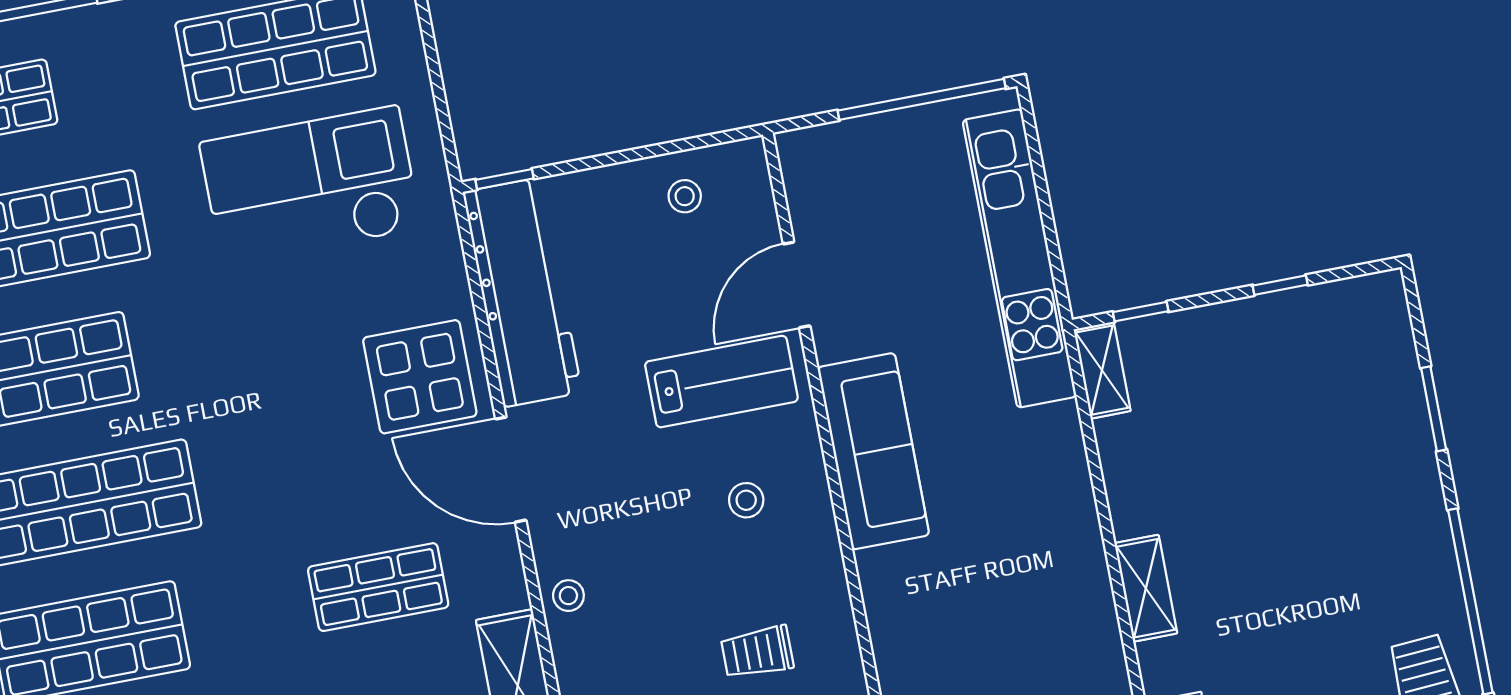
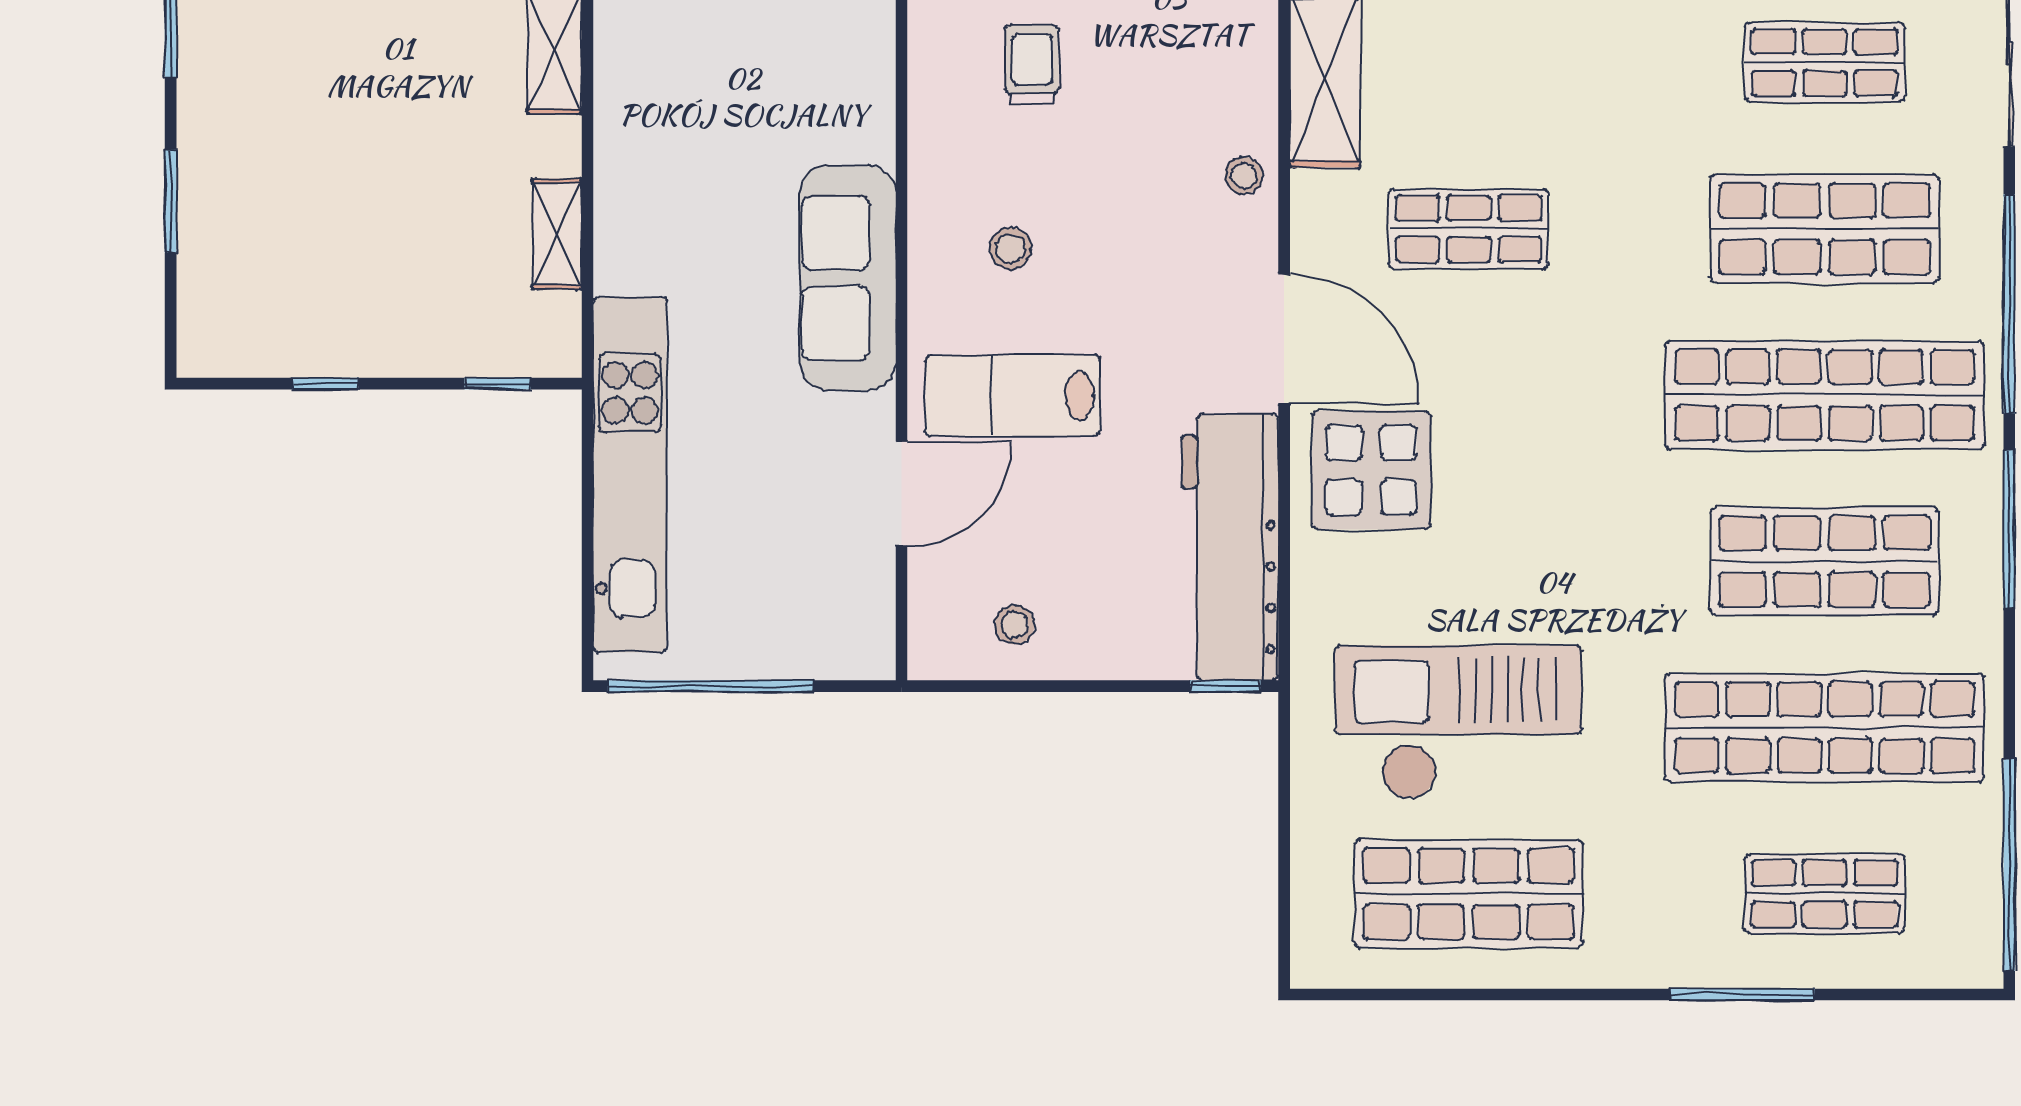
checkout: (310, 186) -> (1458, 722), turned 180
shelving: (1102, 370) -> (557, 234), moved
trolley: (757, 652) -> (1032, 65), turned -90

